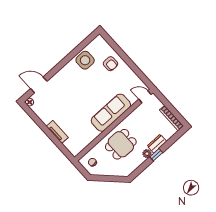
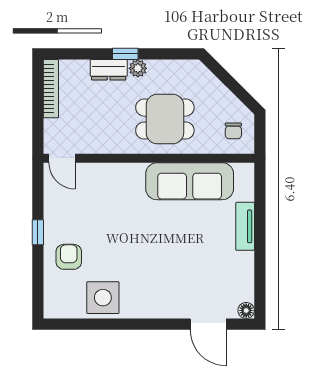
window: (130, 62) -> (38, 232), added
sofa: (111, 113) -> (190, 181), moved

